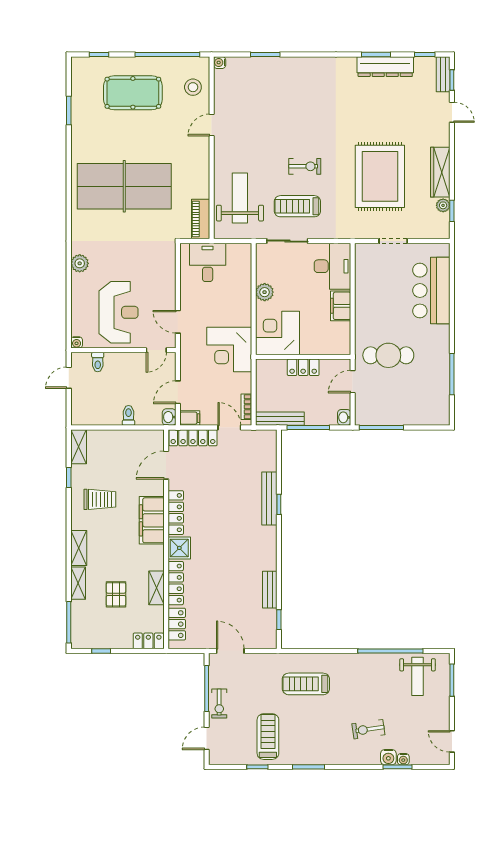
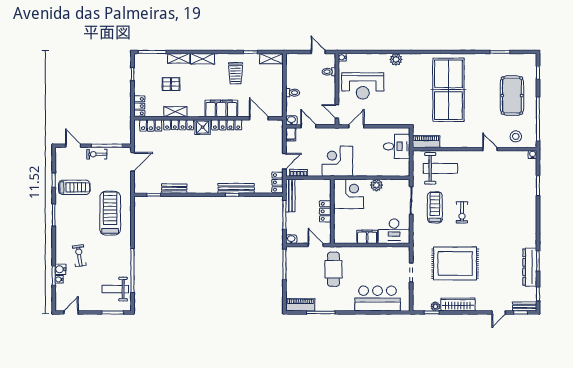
piano: (441, 404) -> (301, 305), added
locker: (193, 438) -> (277, 182), moved, width x0.66
treadmill: (306, 684) -> (110, 213), width x1.37, depth x1.38

